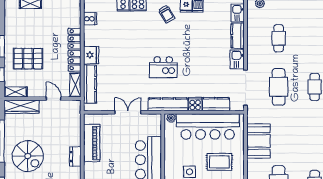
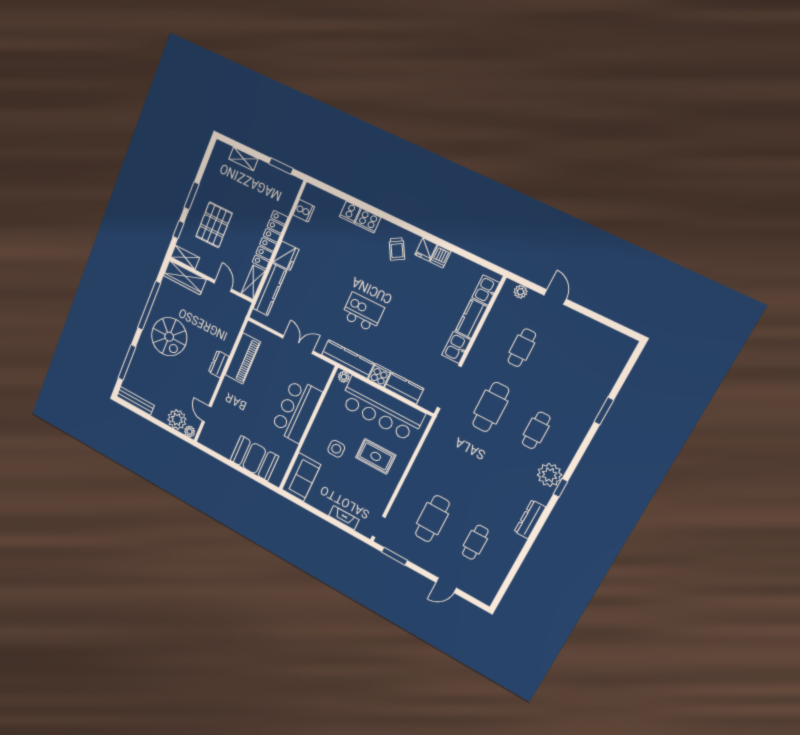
pallet: (28, 59) -> (214, 225), turned 90
kitchen island: (163, 67) -> (363, 312), turned 180
booth: (258, 141) -> (433, 457), removed

